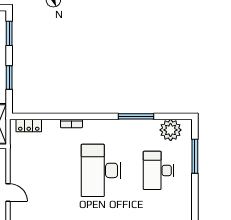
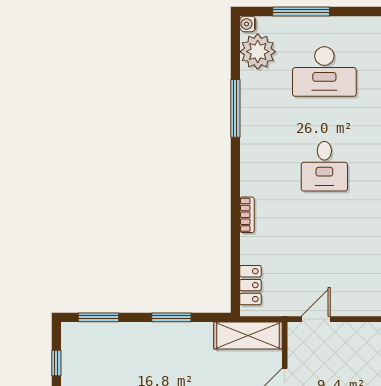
water cooler: (187, 124) -> (248, 24), added
desk: (101, 170) -> (324, 166), width x0.53, depth x0.77
door: (8, 192) -> (316, 319), moved

